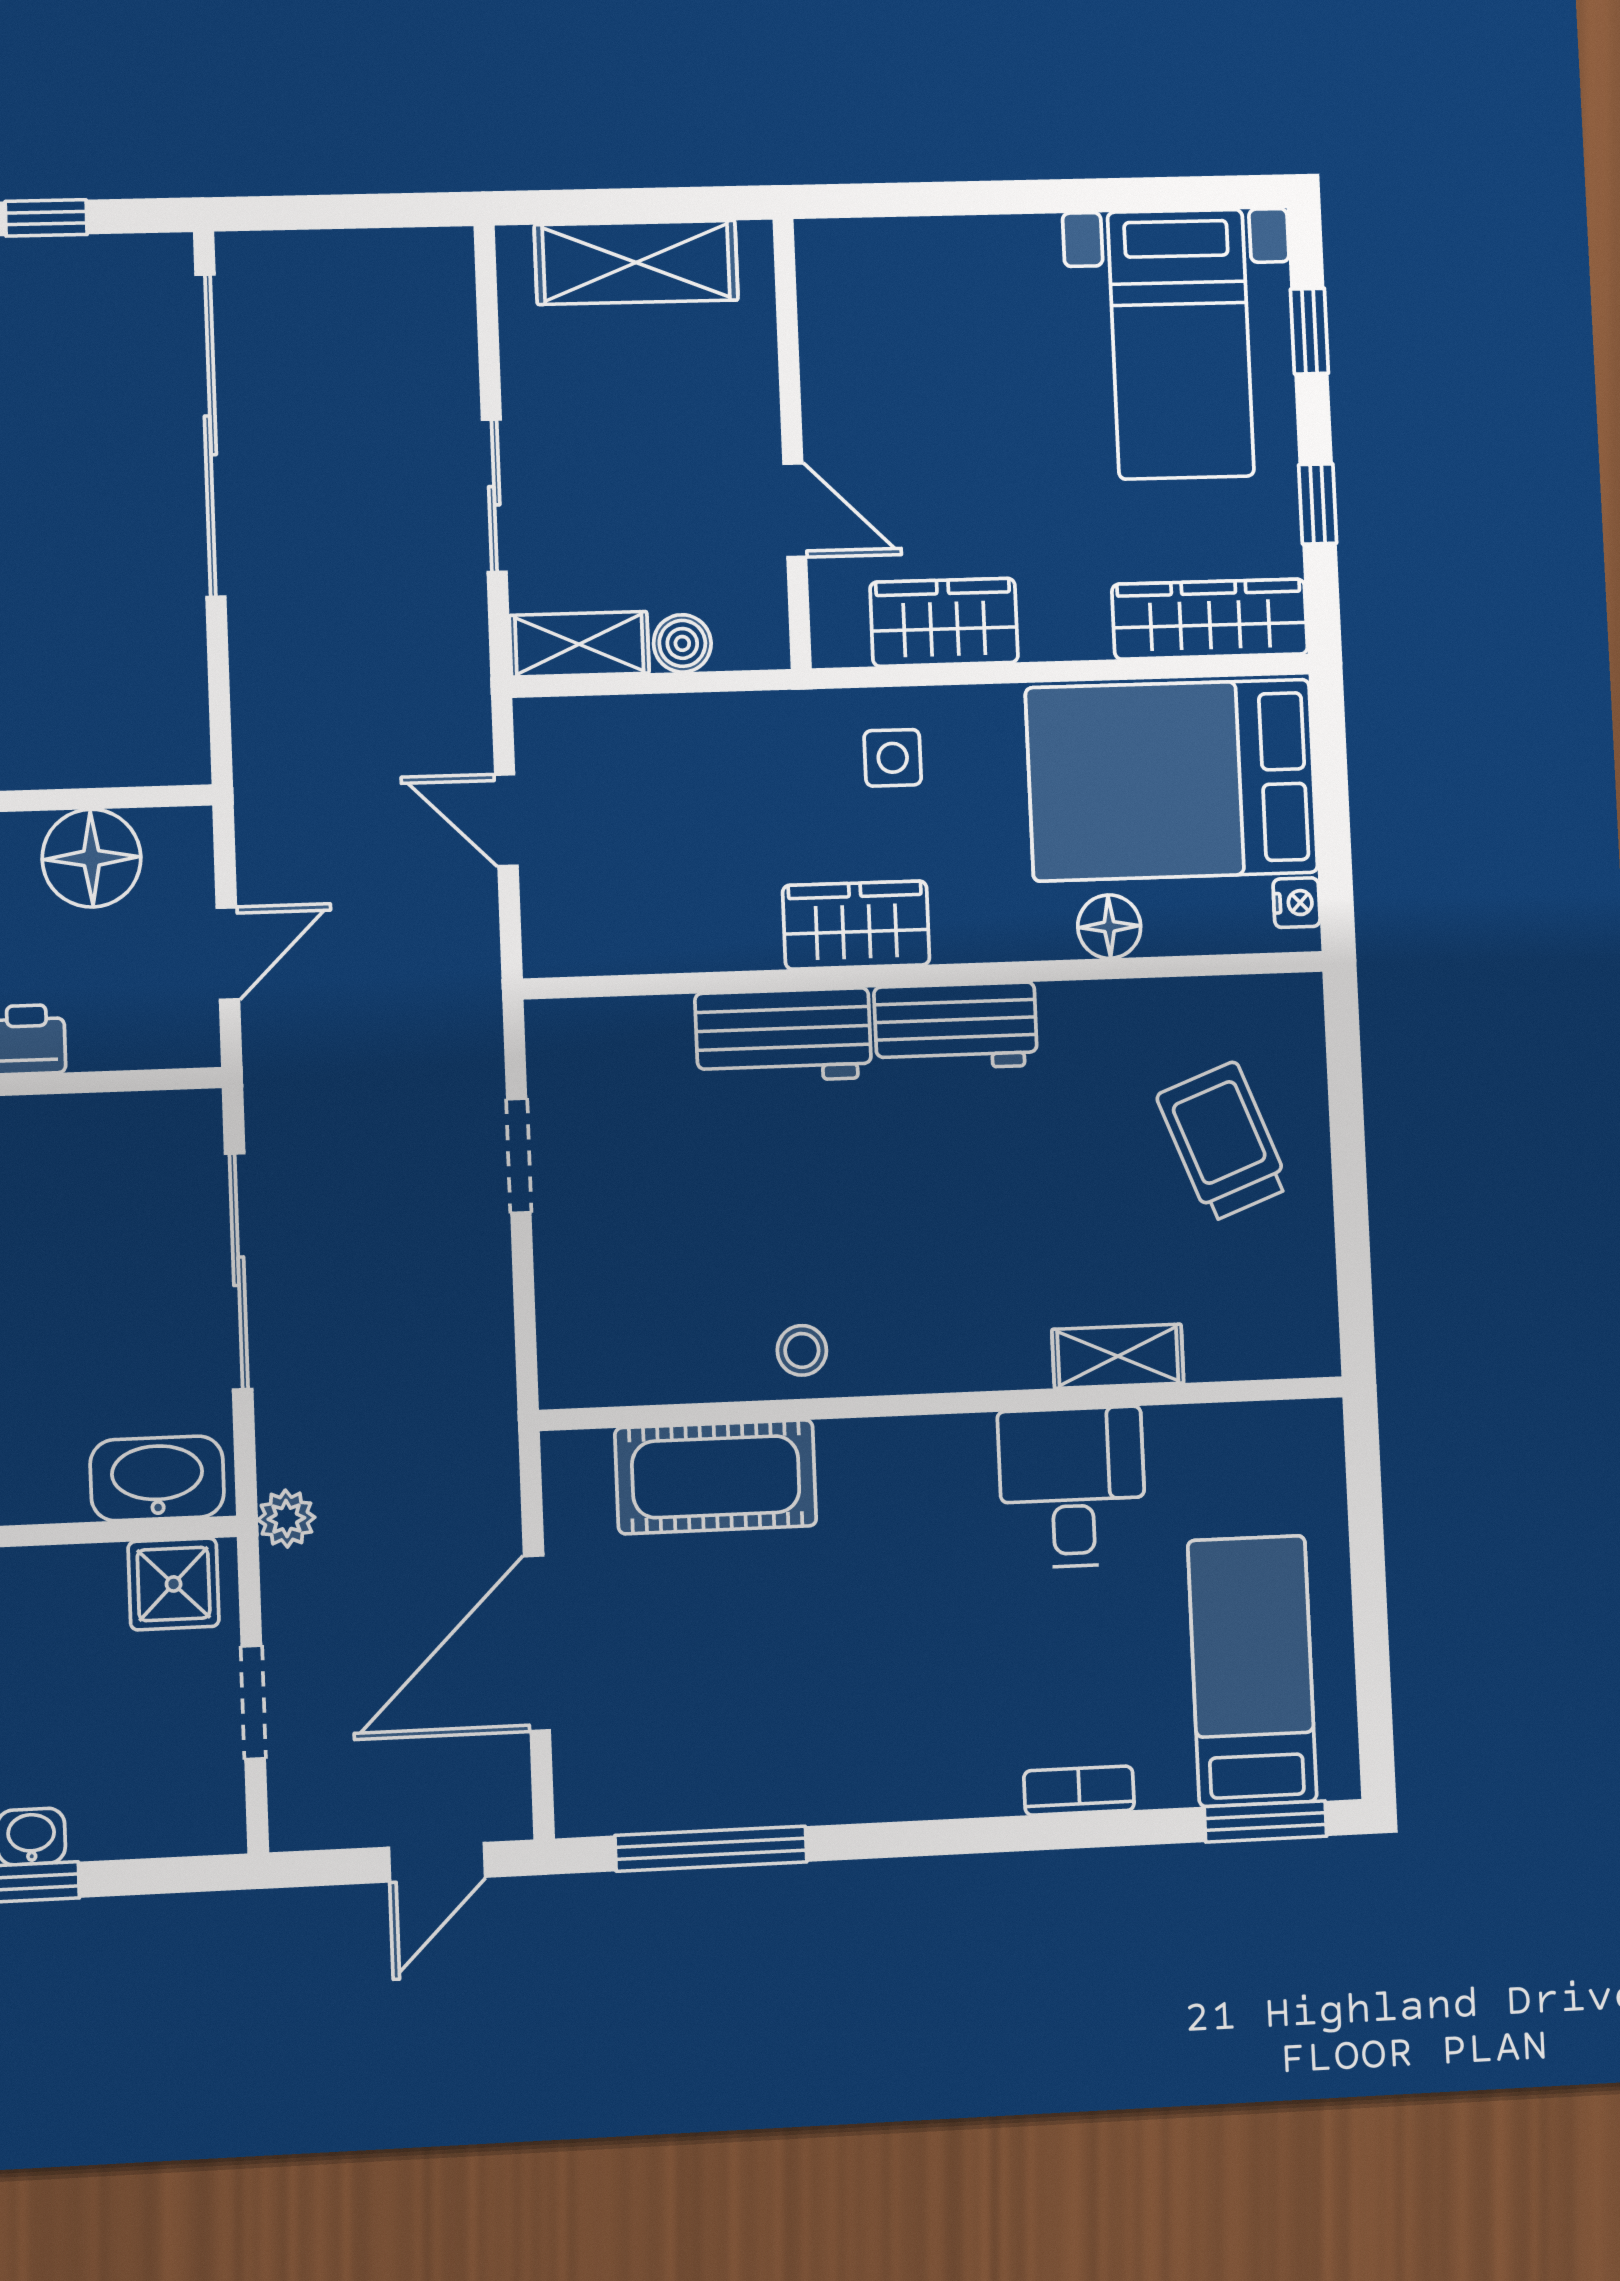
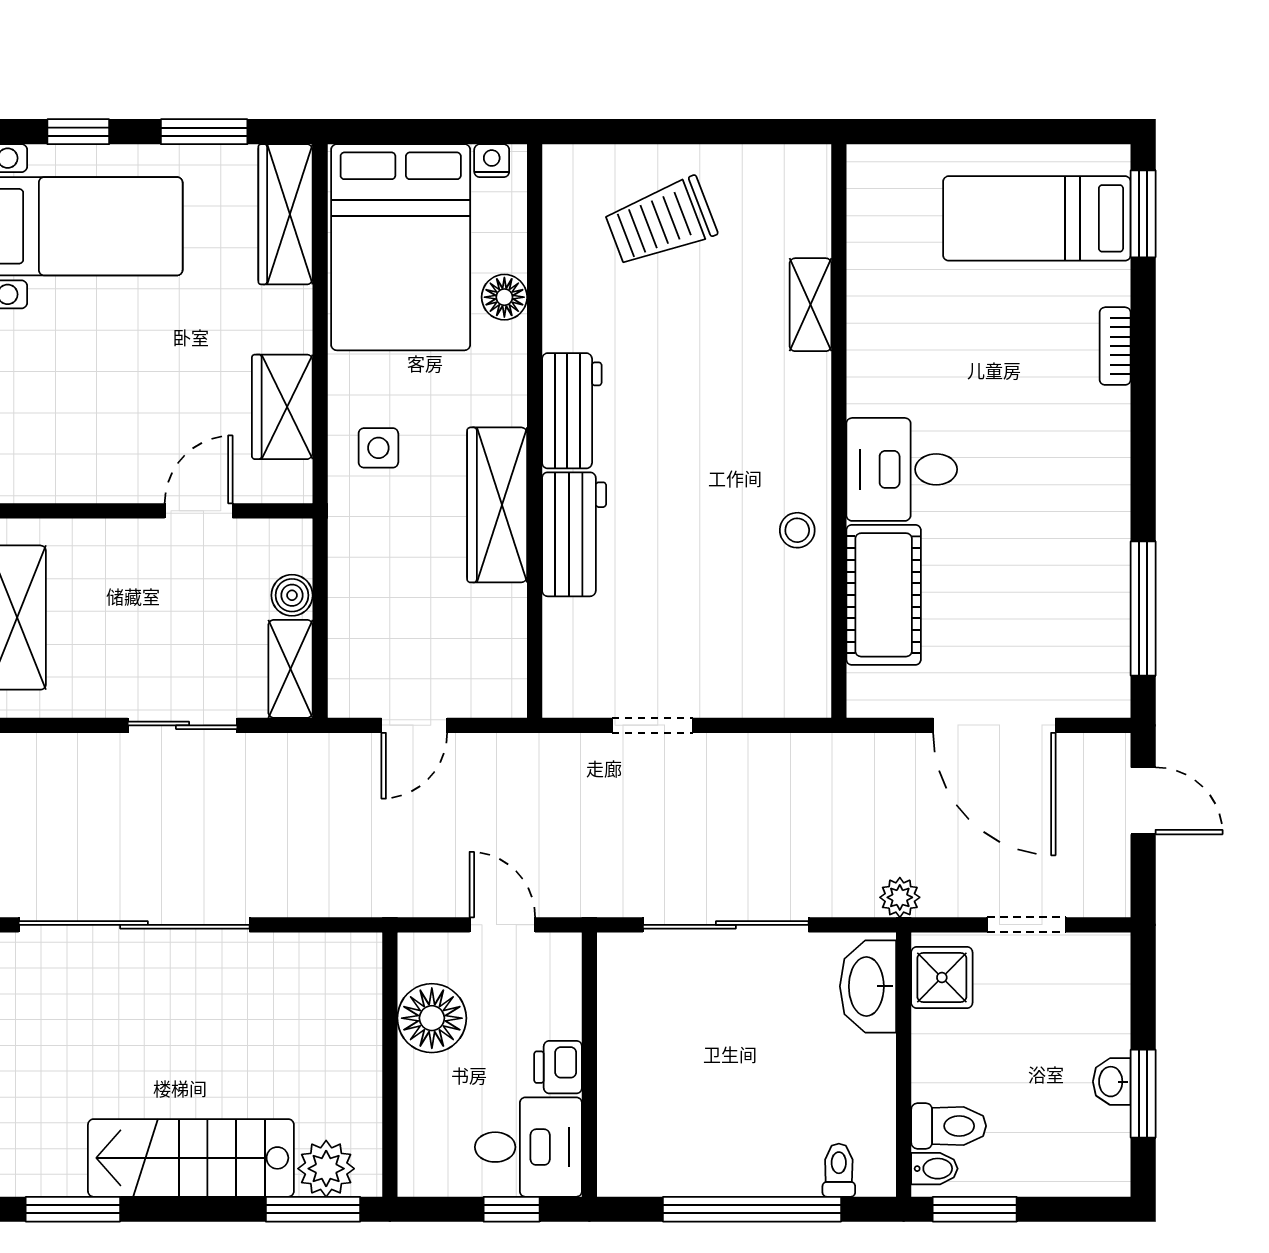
window: (1318, 504) -> (204, 132), width x1.50
wardrobe: (856, 925) -> (497, 505), width x1.50
desk: (1072, 1487) -> (902, 469), moved

